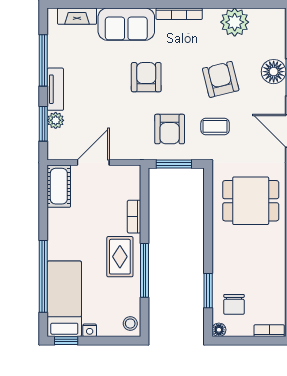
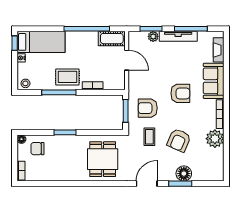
plant: (235, 22) -> (215, 139), moved
armchair: (221, 79) -> (179, 140), turned 128
tv unit: (55, 89) -> (178, 36), width x1.41
window: (43, 276) -> (87, 29), moved
window: (208, 291) -> (65, 132), moved

